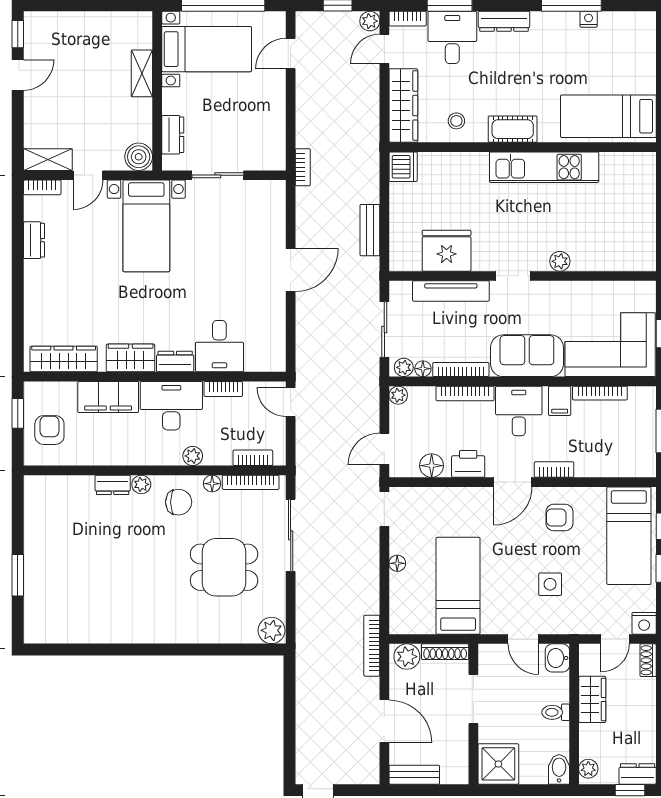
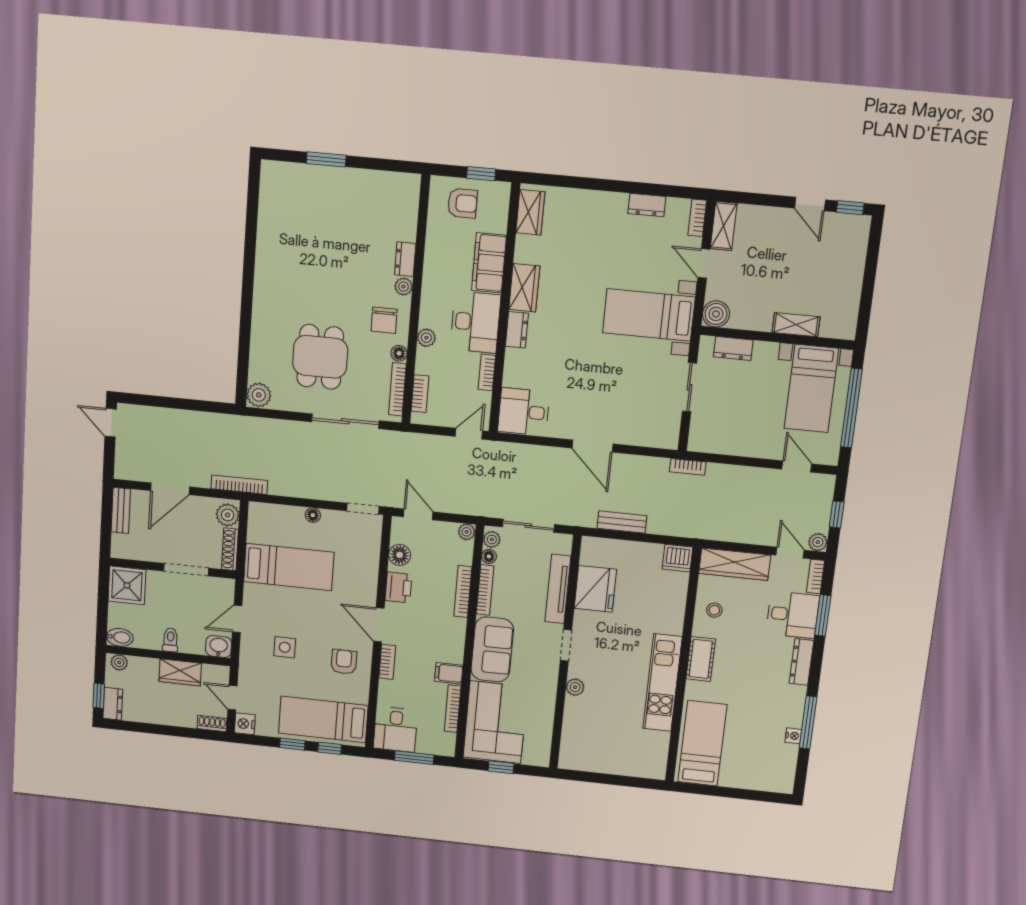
desk: (219, 346) -> (524, 412), moved
wardrobe: (64, 359) -> (530, 212), width x0.67
desk: (519, 411) -> (395, 729), moved, turned 90

